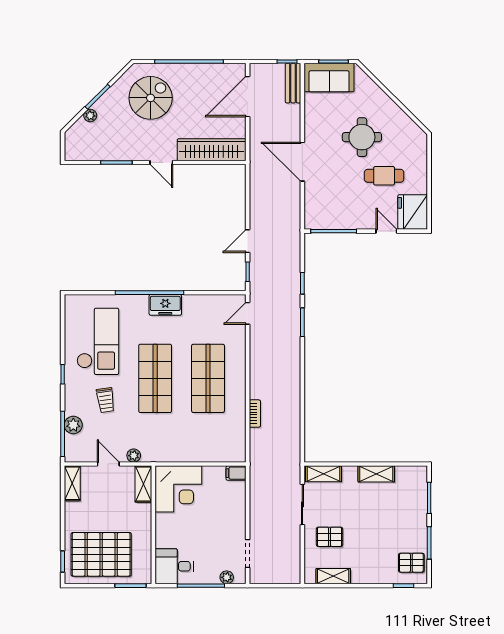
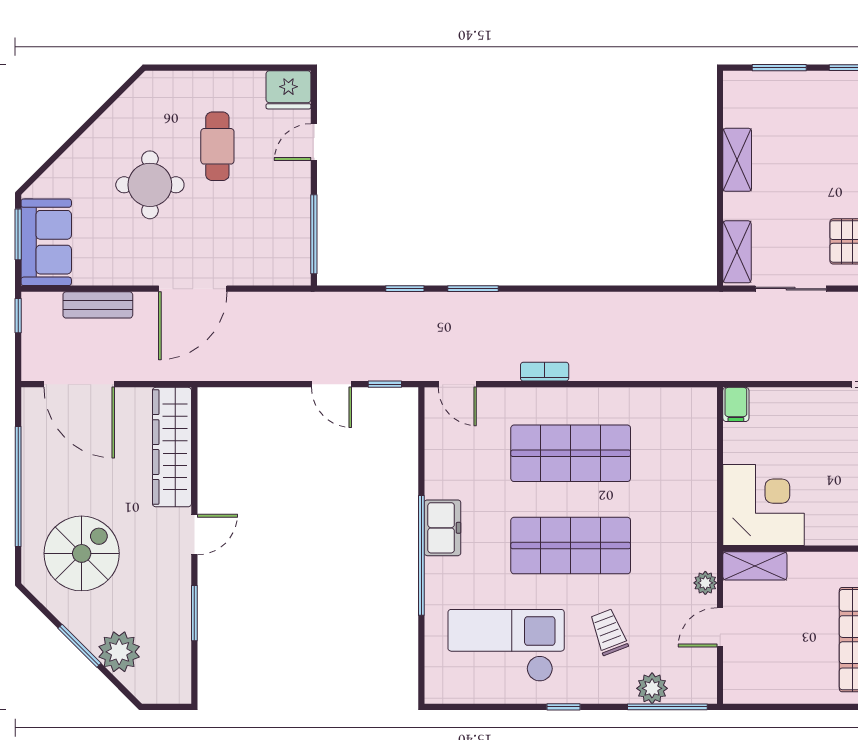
bench: (293, 83) -> (98, 305), moved
spiral stairs: (151, 98) -> (82, 553), turned 90
plant: (90, 115) -> (119, 652), width x1.88, depth x1.88
fridge: (413, 212) -> (288, 90), width x0.73, depth x0.75
trolley: (106, 400) -> (609, 632), turned -103
bookcase: (255, 414) -> (545, 372), moved
shelving: (72, 483) -> (754, 690), removed

